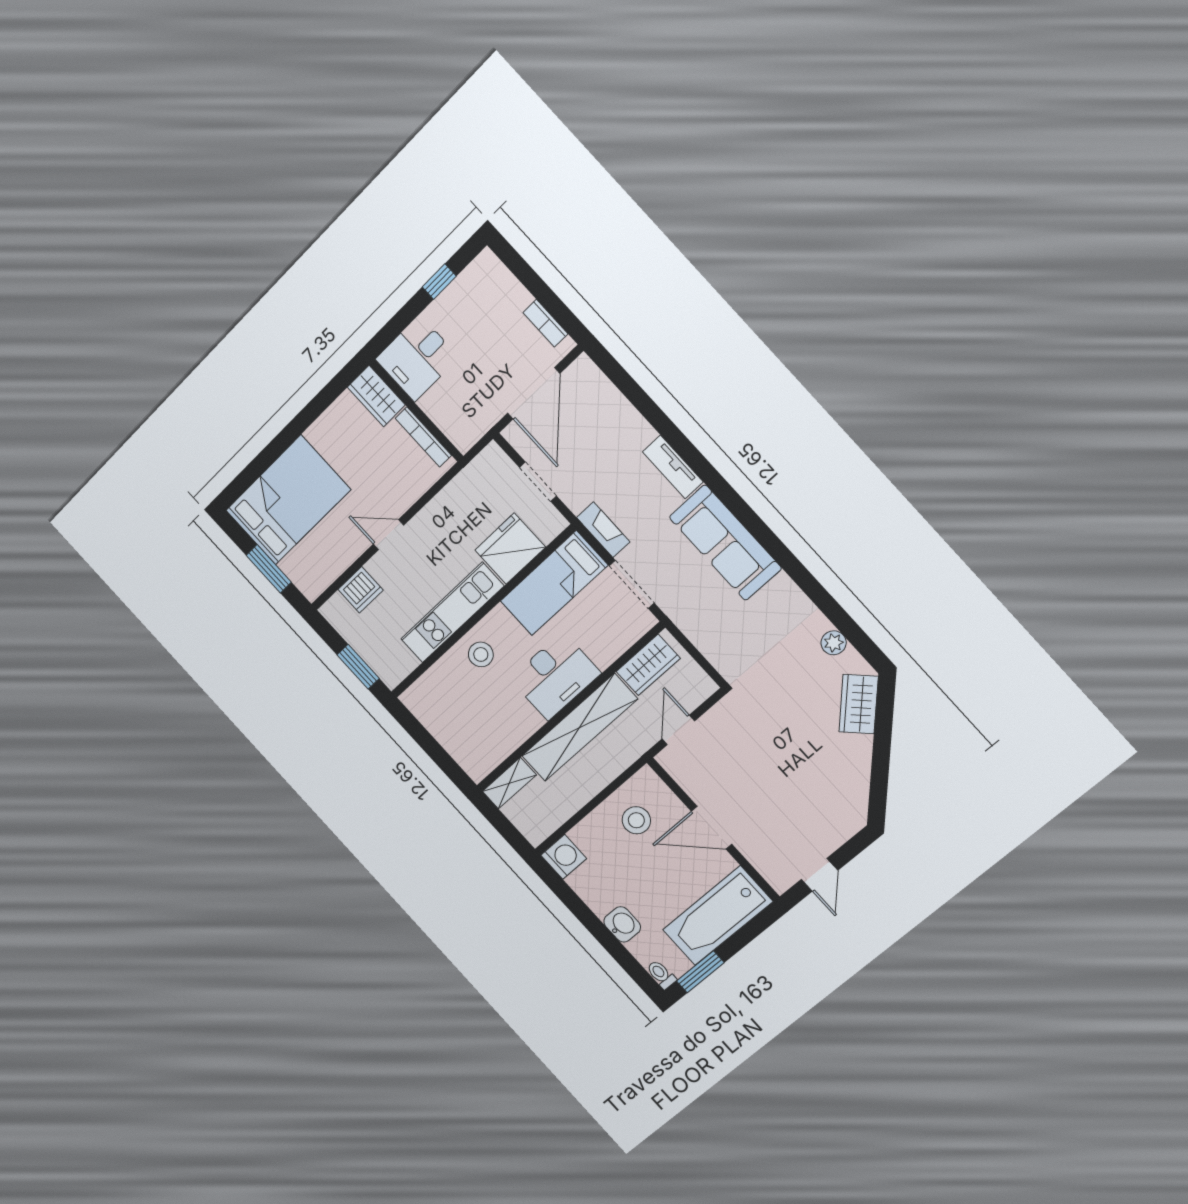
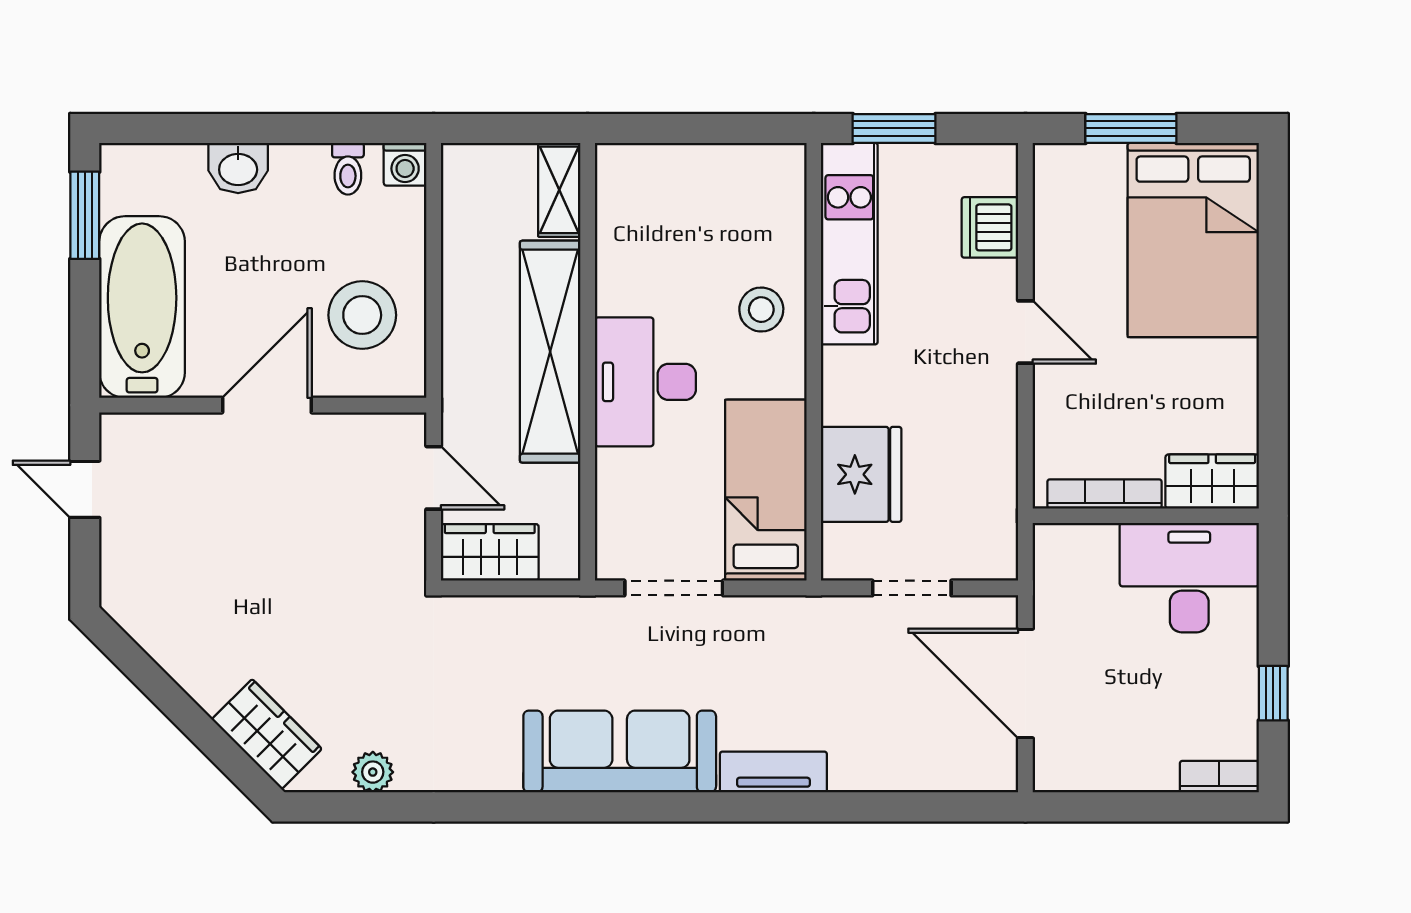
bookcase: (545, 323) -> (1219, 777), moved
desk: (417, 358) -> (1189, 578), width x1.37
fireplace: (603, 530) -> (776, 615), removed
door: (388, 535) -> (1025, 332), hinge flipped
kitchen unit: (452, 613) -> (849, 244), moved
wardrobe: (648, 665) -> (490, 552), moved, turned 90
stool: (636, 820) -> (362, 315), width x1.38, depth x1.38
washing machine: (564, 857) -> (405, 164), width x0.73, depth x0.73
toilet: (661, 974) -> (348, 169), moved, turned 90

